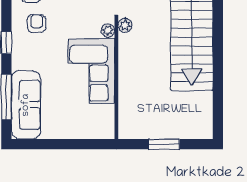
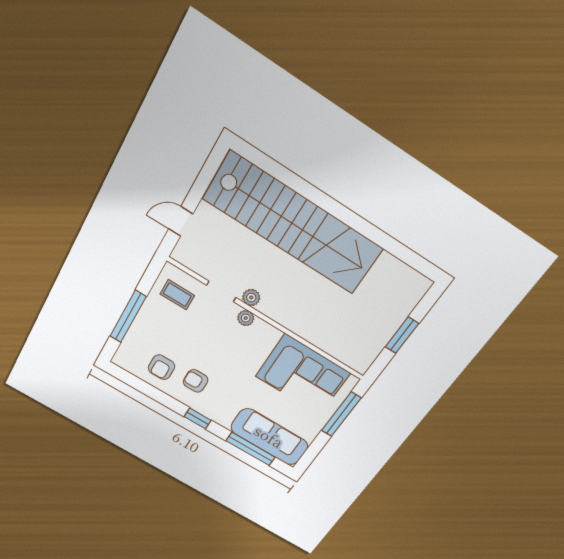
corner sofa: (92, 71) -> (303, 375), moved
window: (79, 144) -> (341, 414), added

